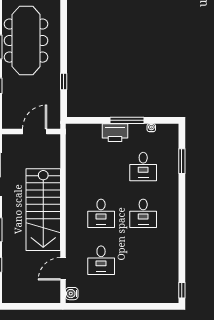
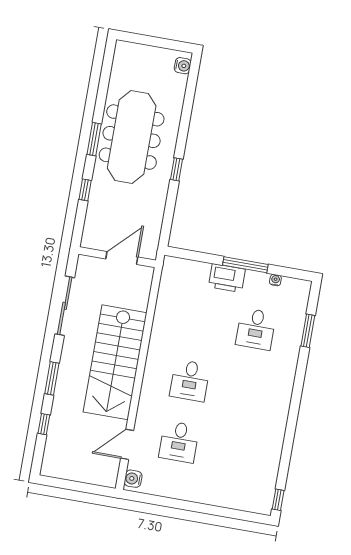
window: (64, 82) -> (177, 169), moved
desk: (143, 213) -> (245, 390), removed

